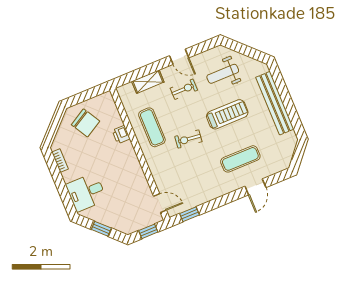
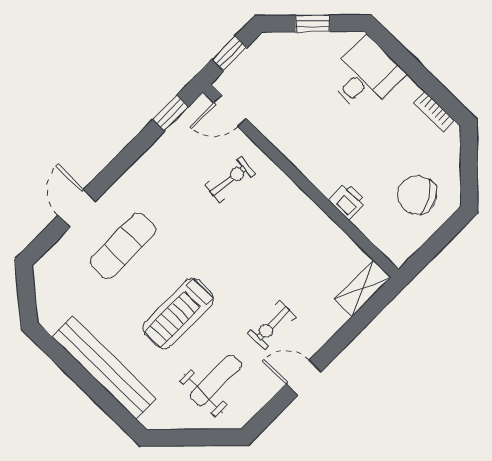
shelving: (148, 82) -> (363, 288), moved
exercise mat: (152, 127) -> (299, 236), removed
exercise bike: (188, 139) -> (230, 179), moved

